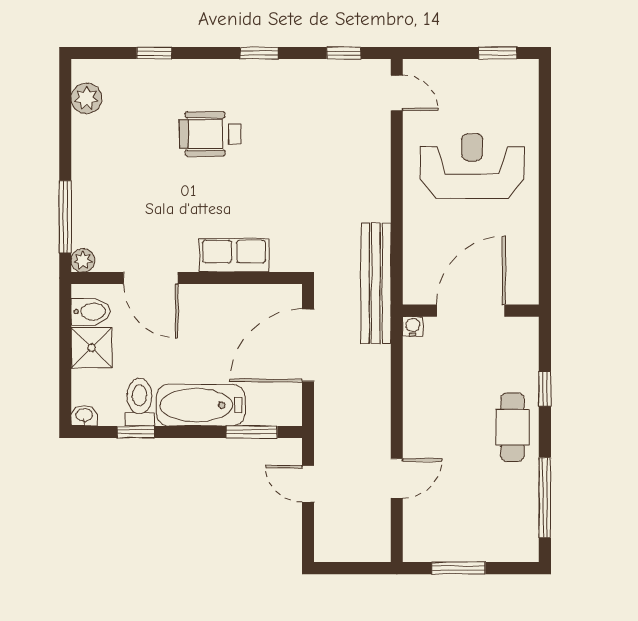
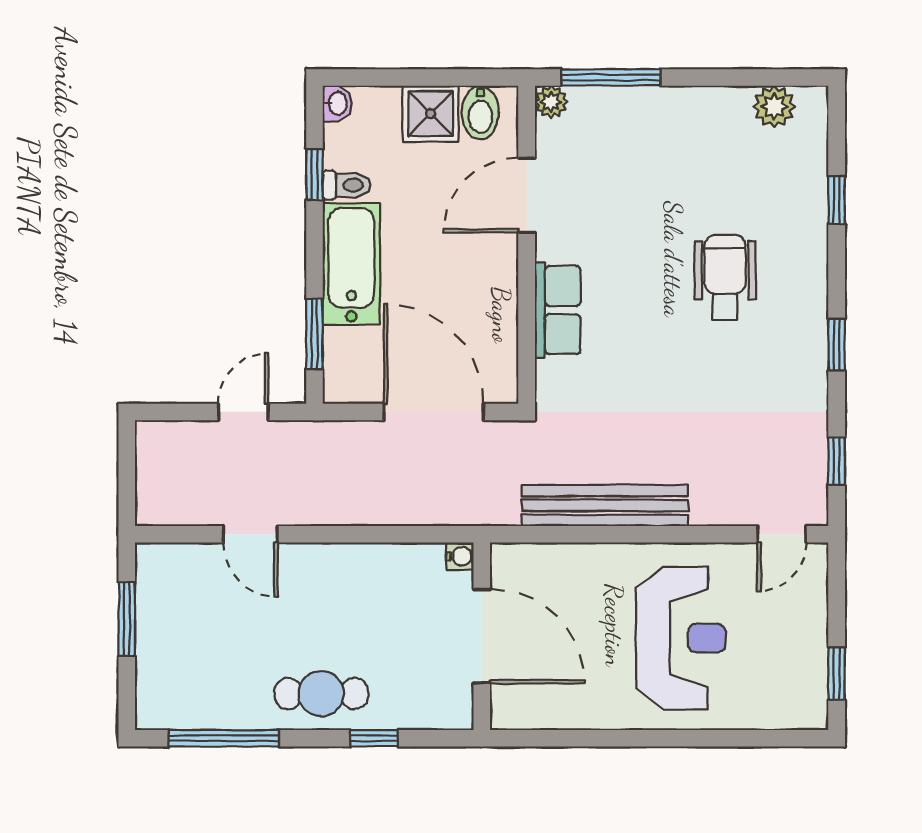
bench: (376, 283) -> (605, 505), moved
toilet: (139, 402) -> (347, 185), width x0.73, depth x0.72

